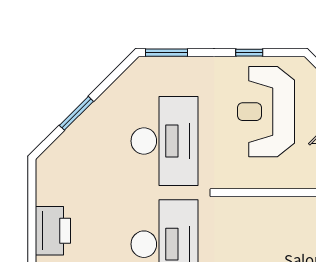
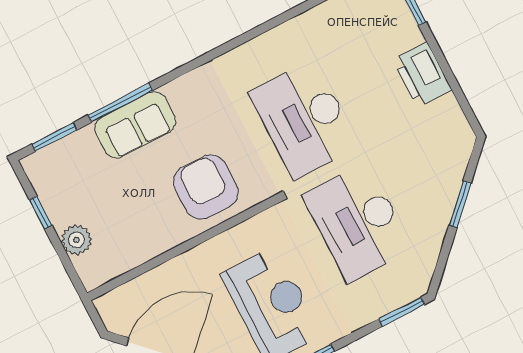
armchair: (270, 231) -> (206, 187), added

